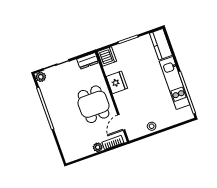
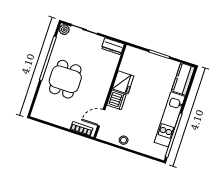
dishwasher: (107, 56) -> (116, 100), moved
dining table: (94, 104) -> (65, 79), moved
plant: (98, 147) -> (66, 123), removed

